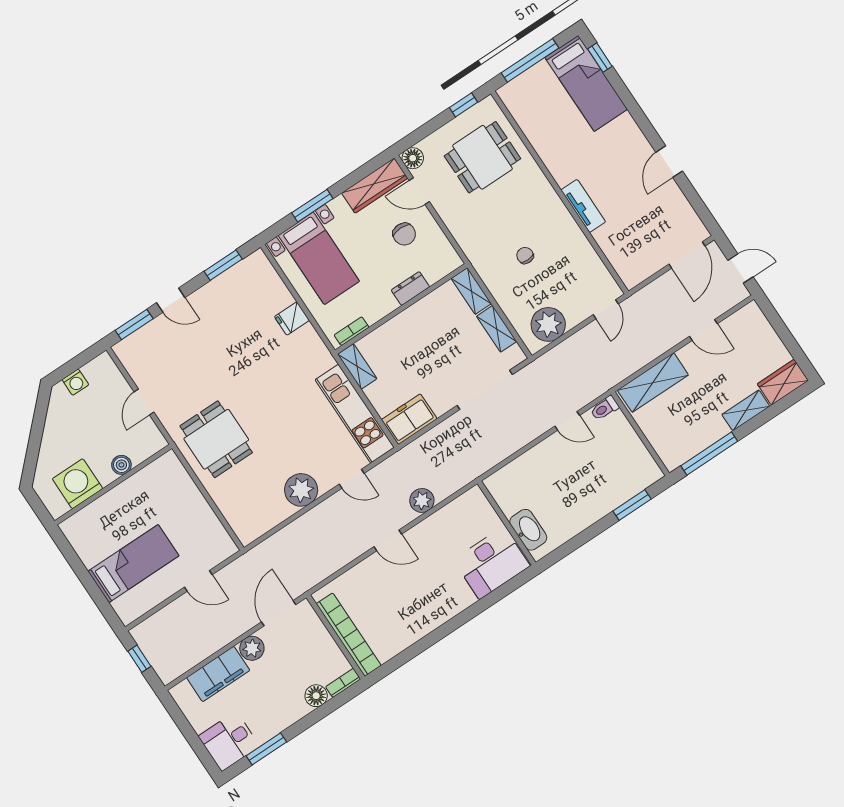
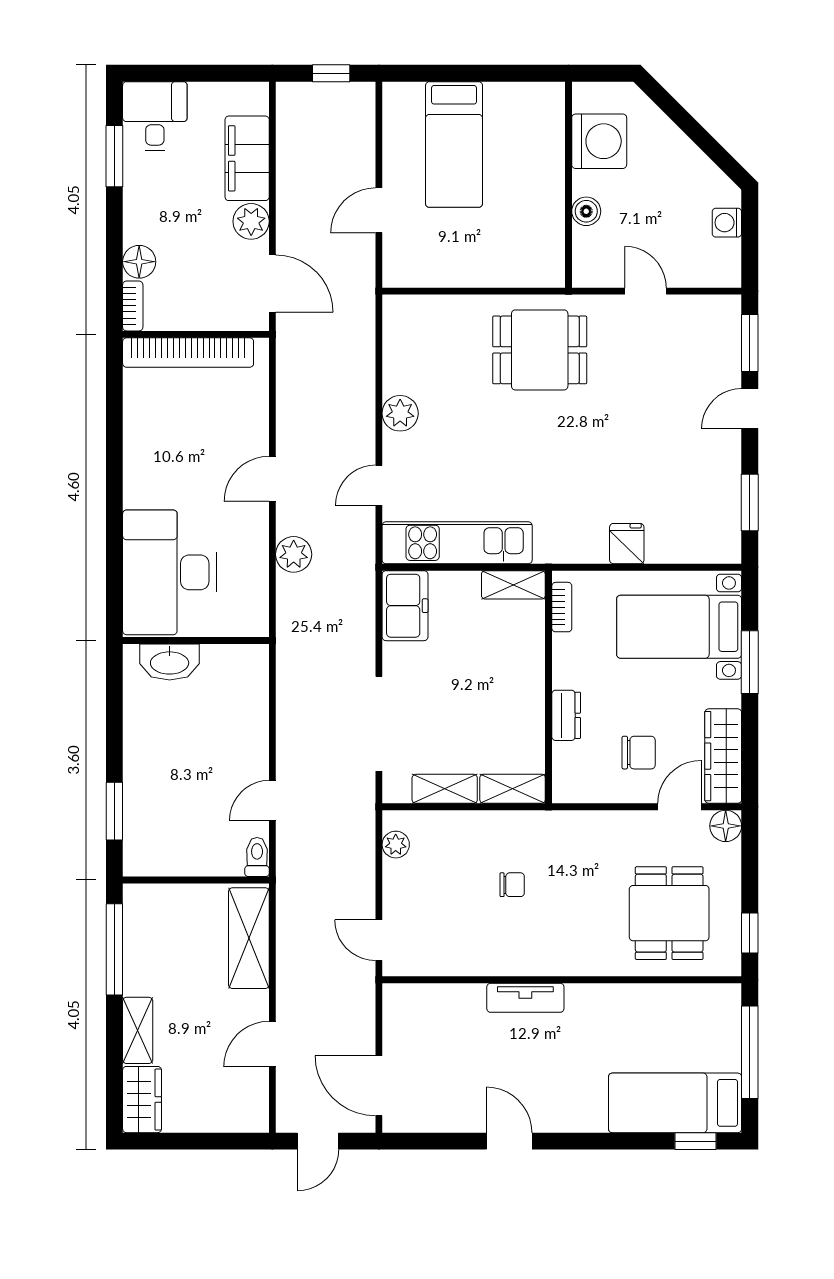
chair: (404, 234) -> (639, 753), turned 180
plant: (548, 324) -> (396, 845), width x0.53, depth x0.53
plant: (301, 490) -> (400, 413), width x0.73, depth x0.73
desk: (492, 563) -> (169, 572), width x1.36, depth x1.30

